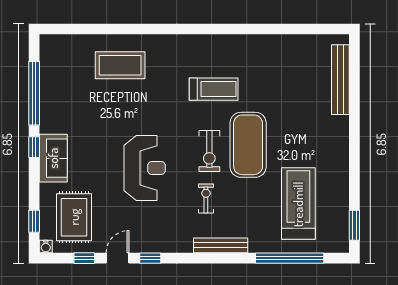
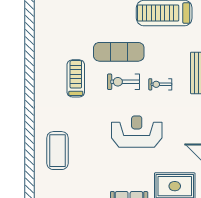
exercise mat: (248, 145) -> (119, 52), width x0.68
exercise bike: (209, 151) -> (124, 82), turned 180

